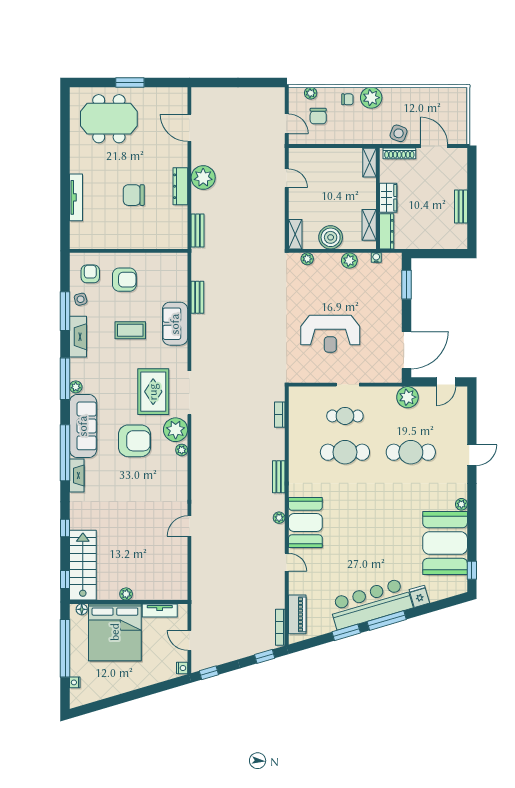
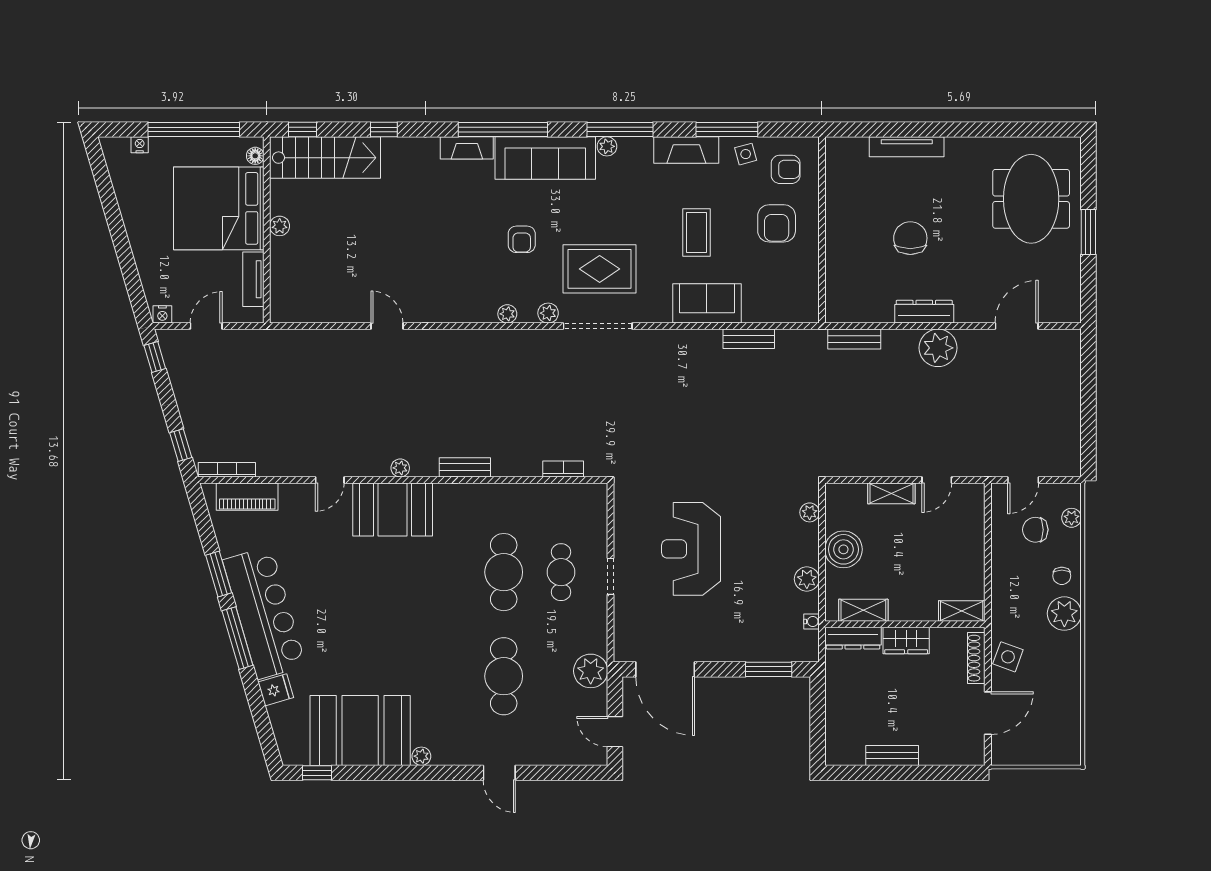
shelving: (295, 234) -> (891, 493), moved
plant: (176, 430) -> (548, 313), width x0.53, depth x0.53
armchair: (135, 441) -> (522, 239), width x0.53, depth x0.53

